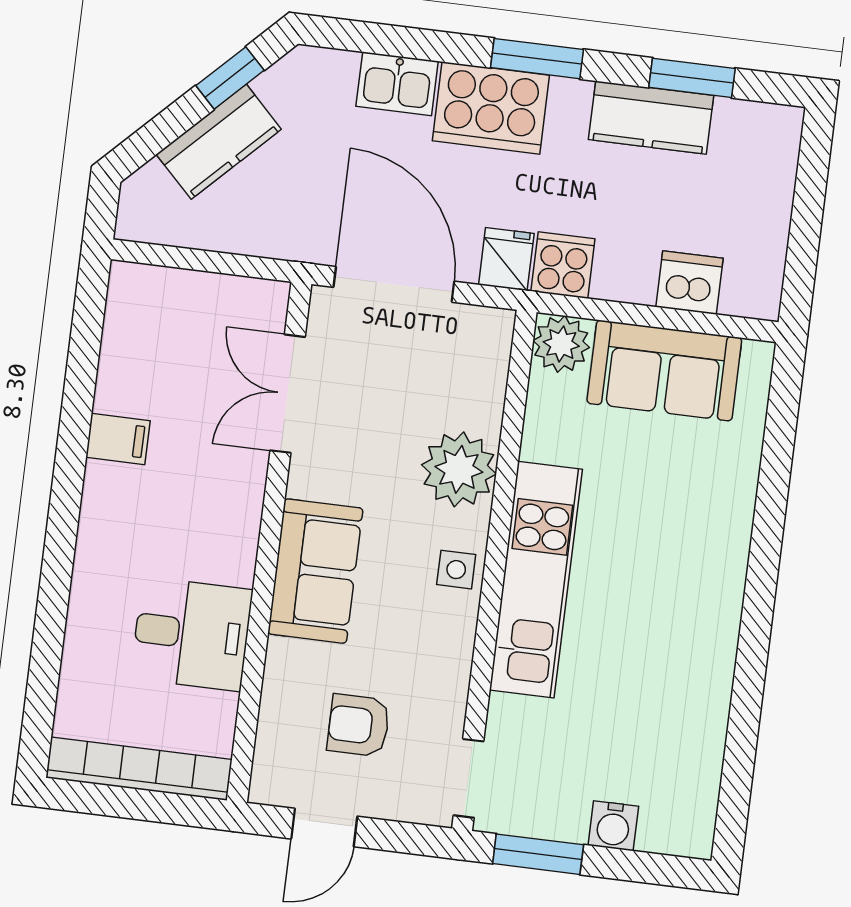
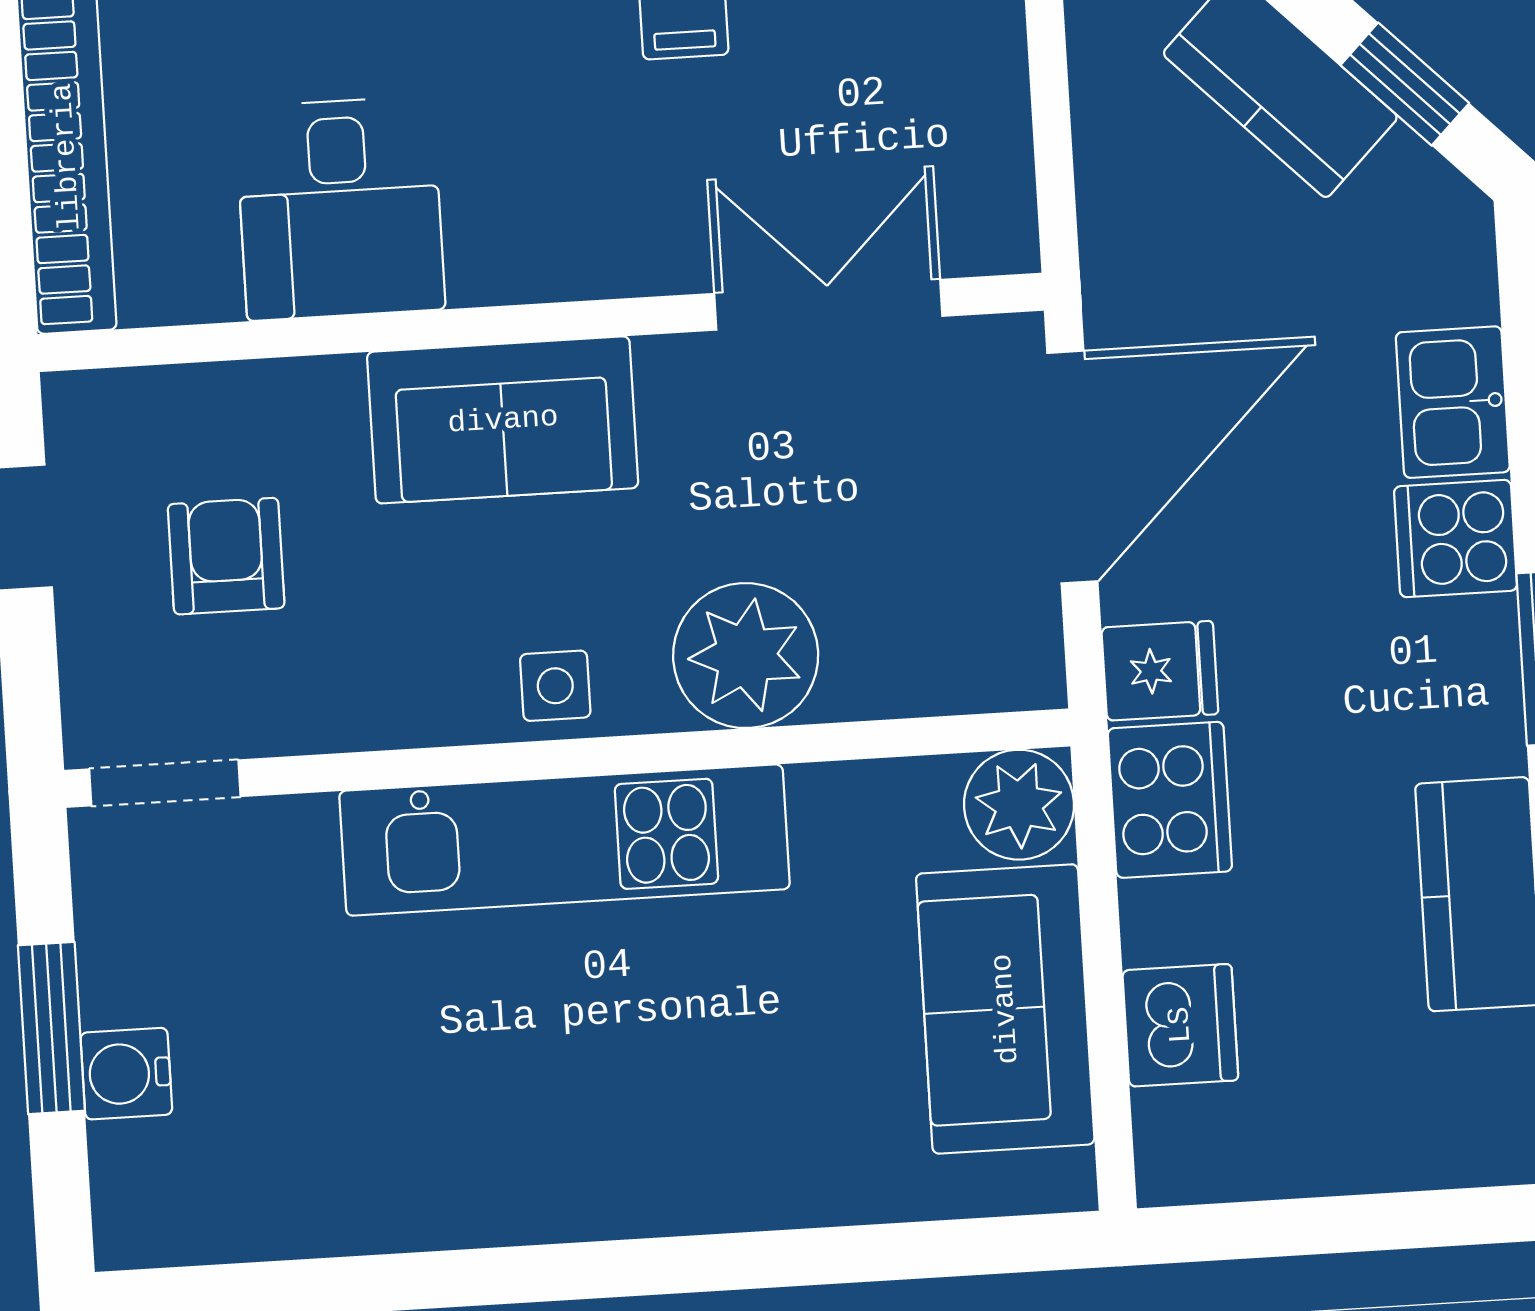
cooker: (491, 108) -> (1456, 539), width x0.53, depth x0.76
cooker: (563, 265) -> (1170, 800), width x1.36
window: (538, 854) -> (51, 1028), moved

